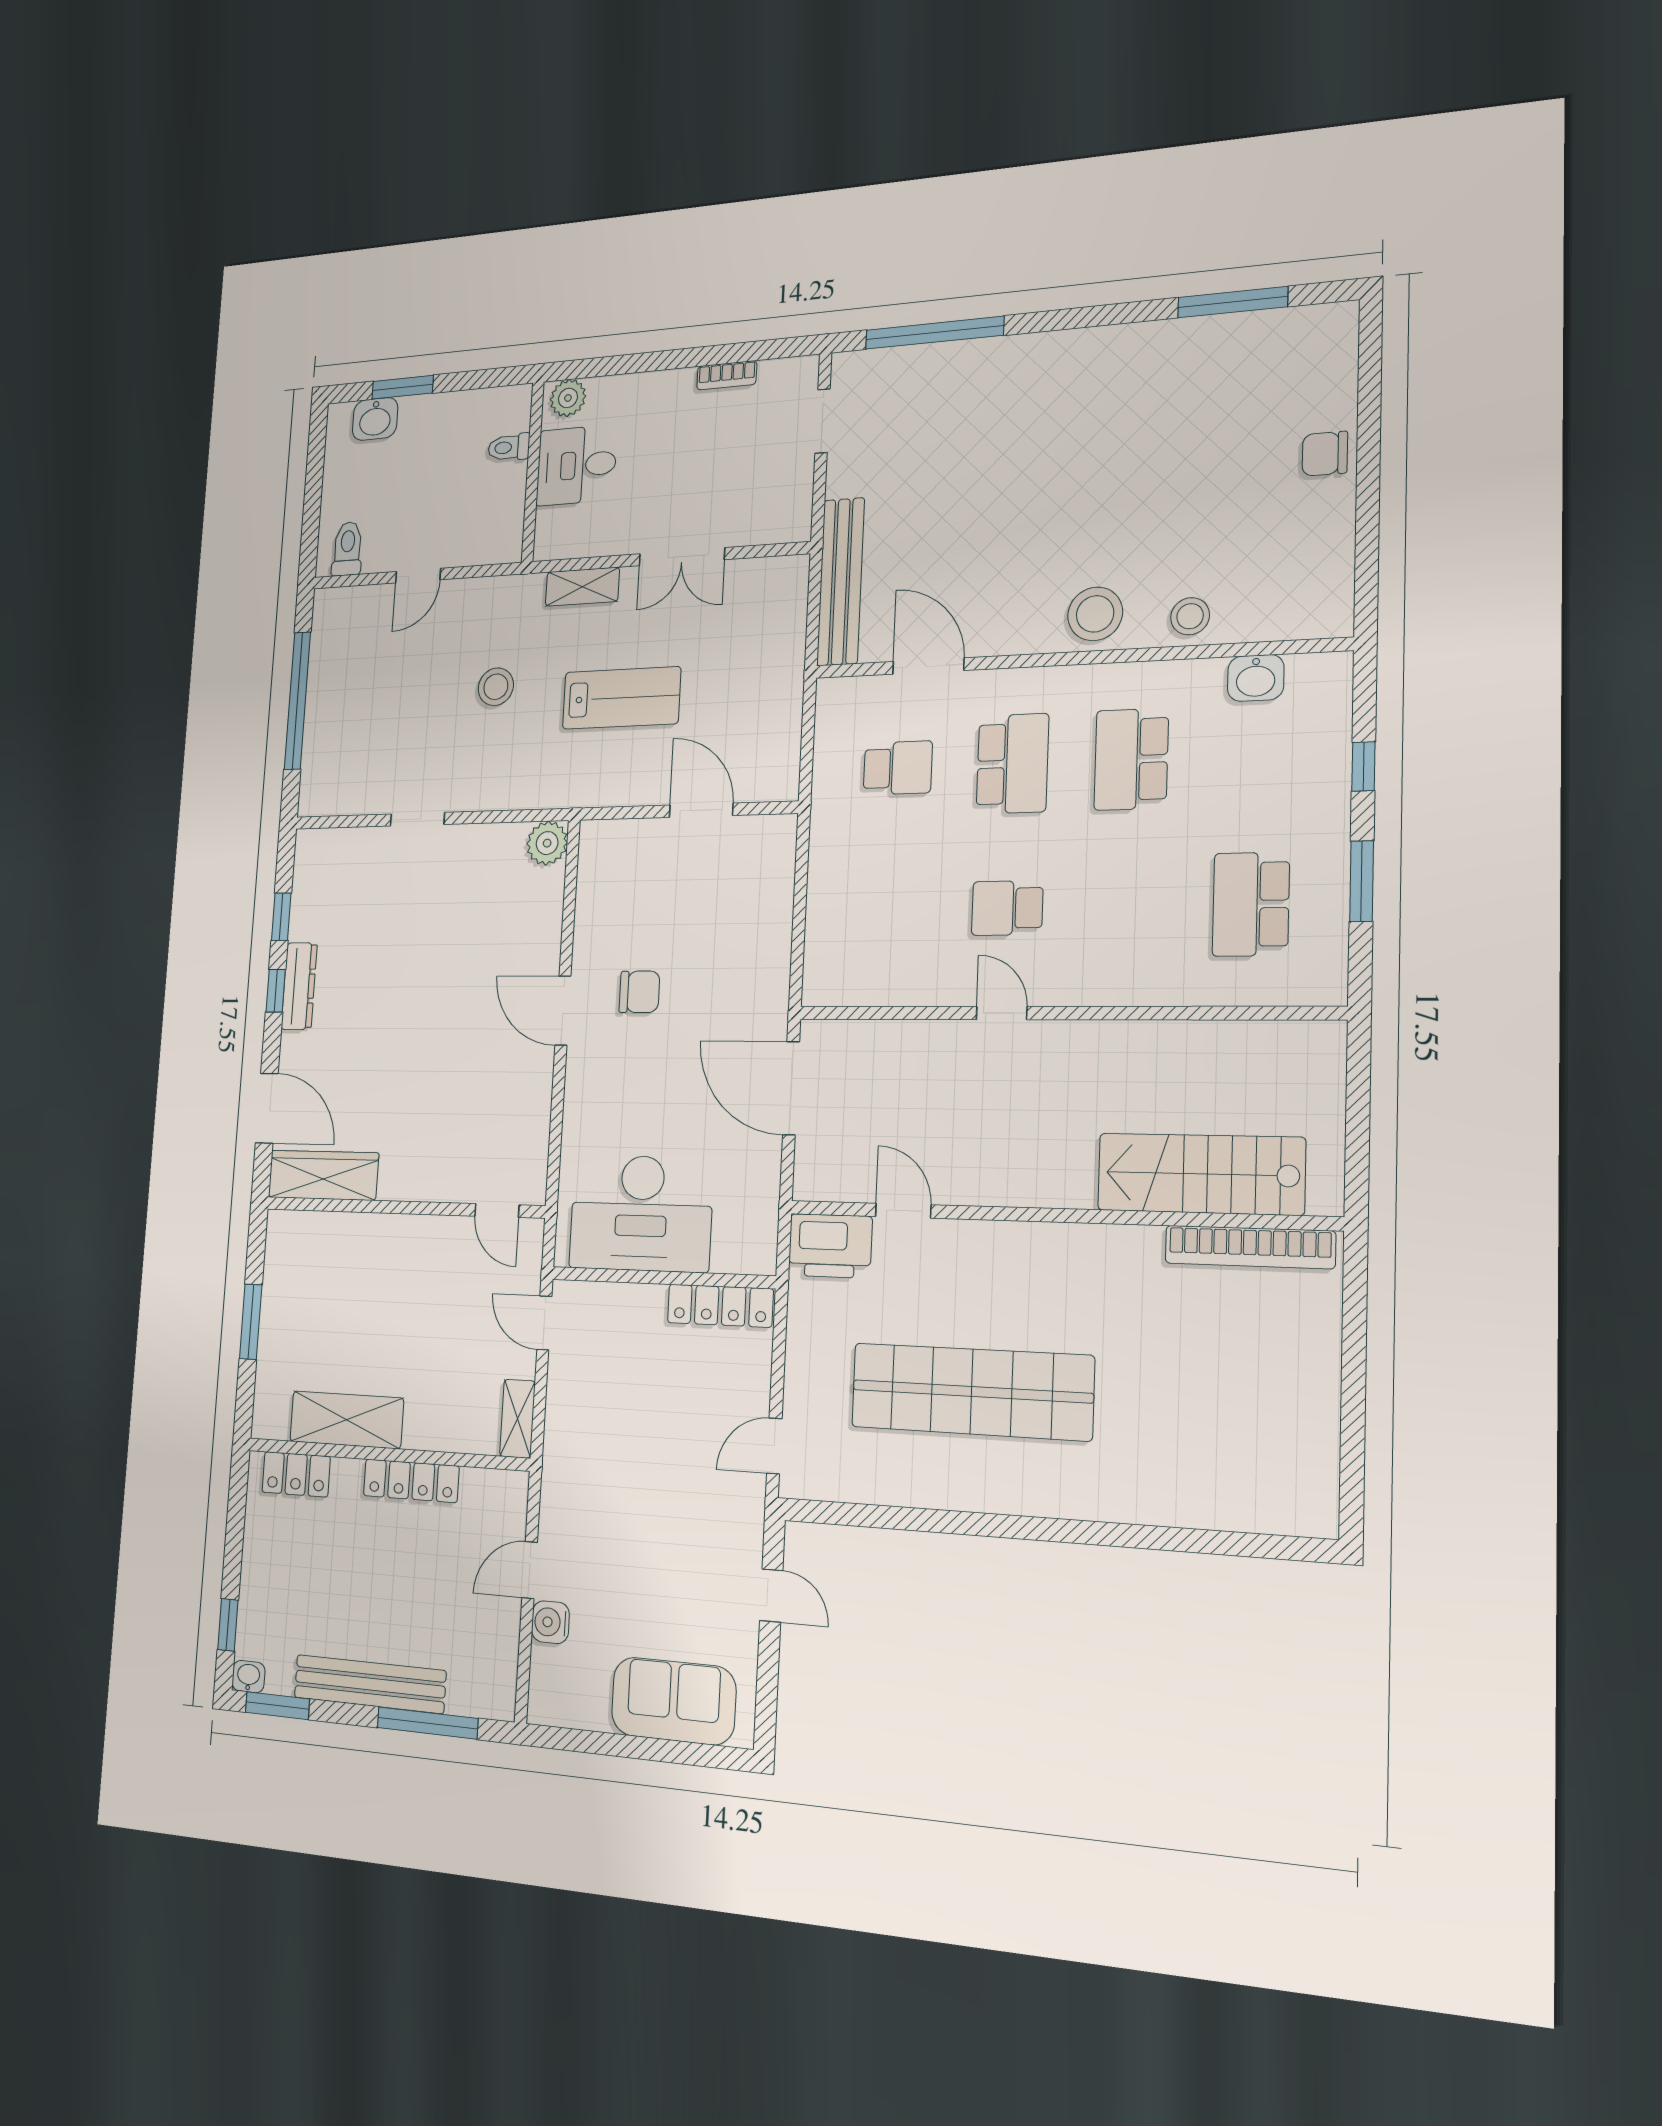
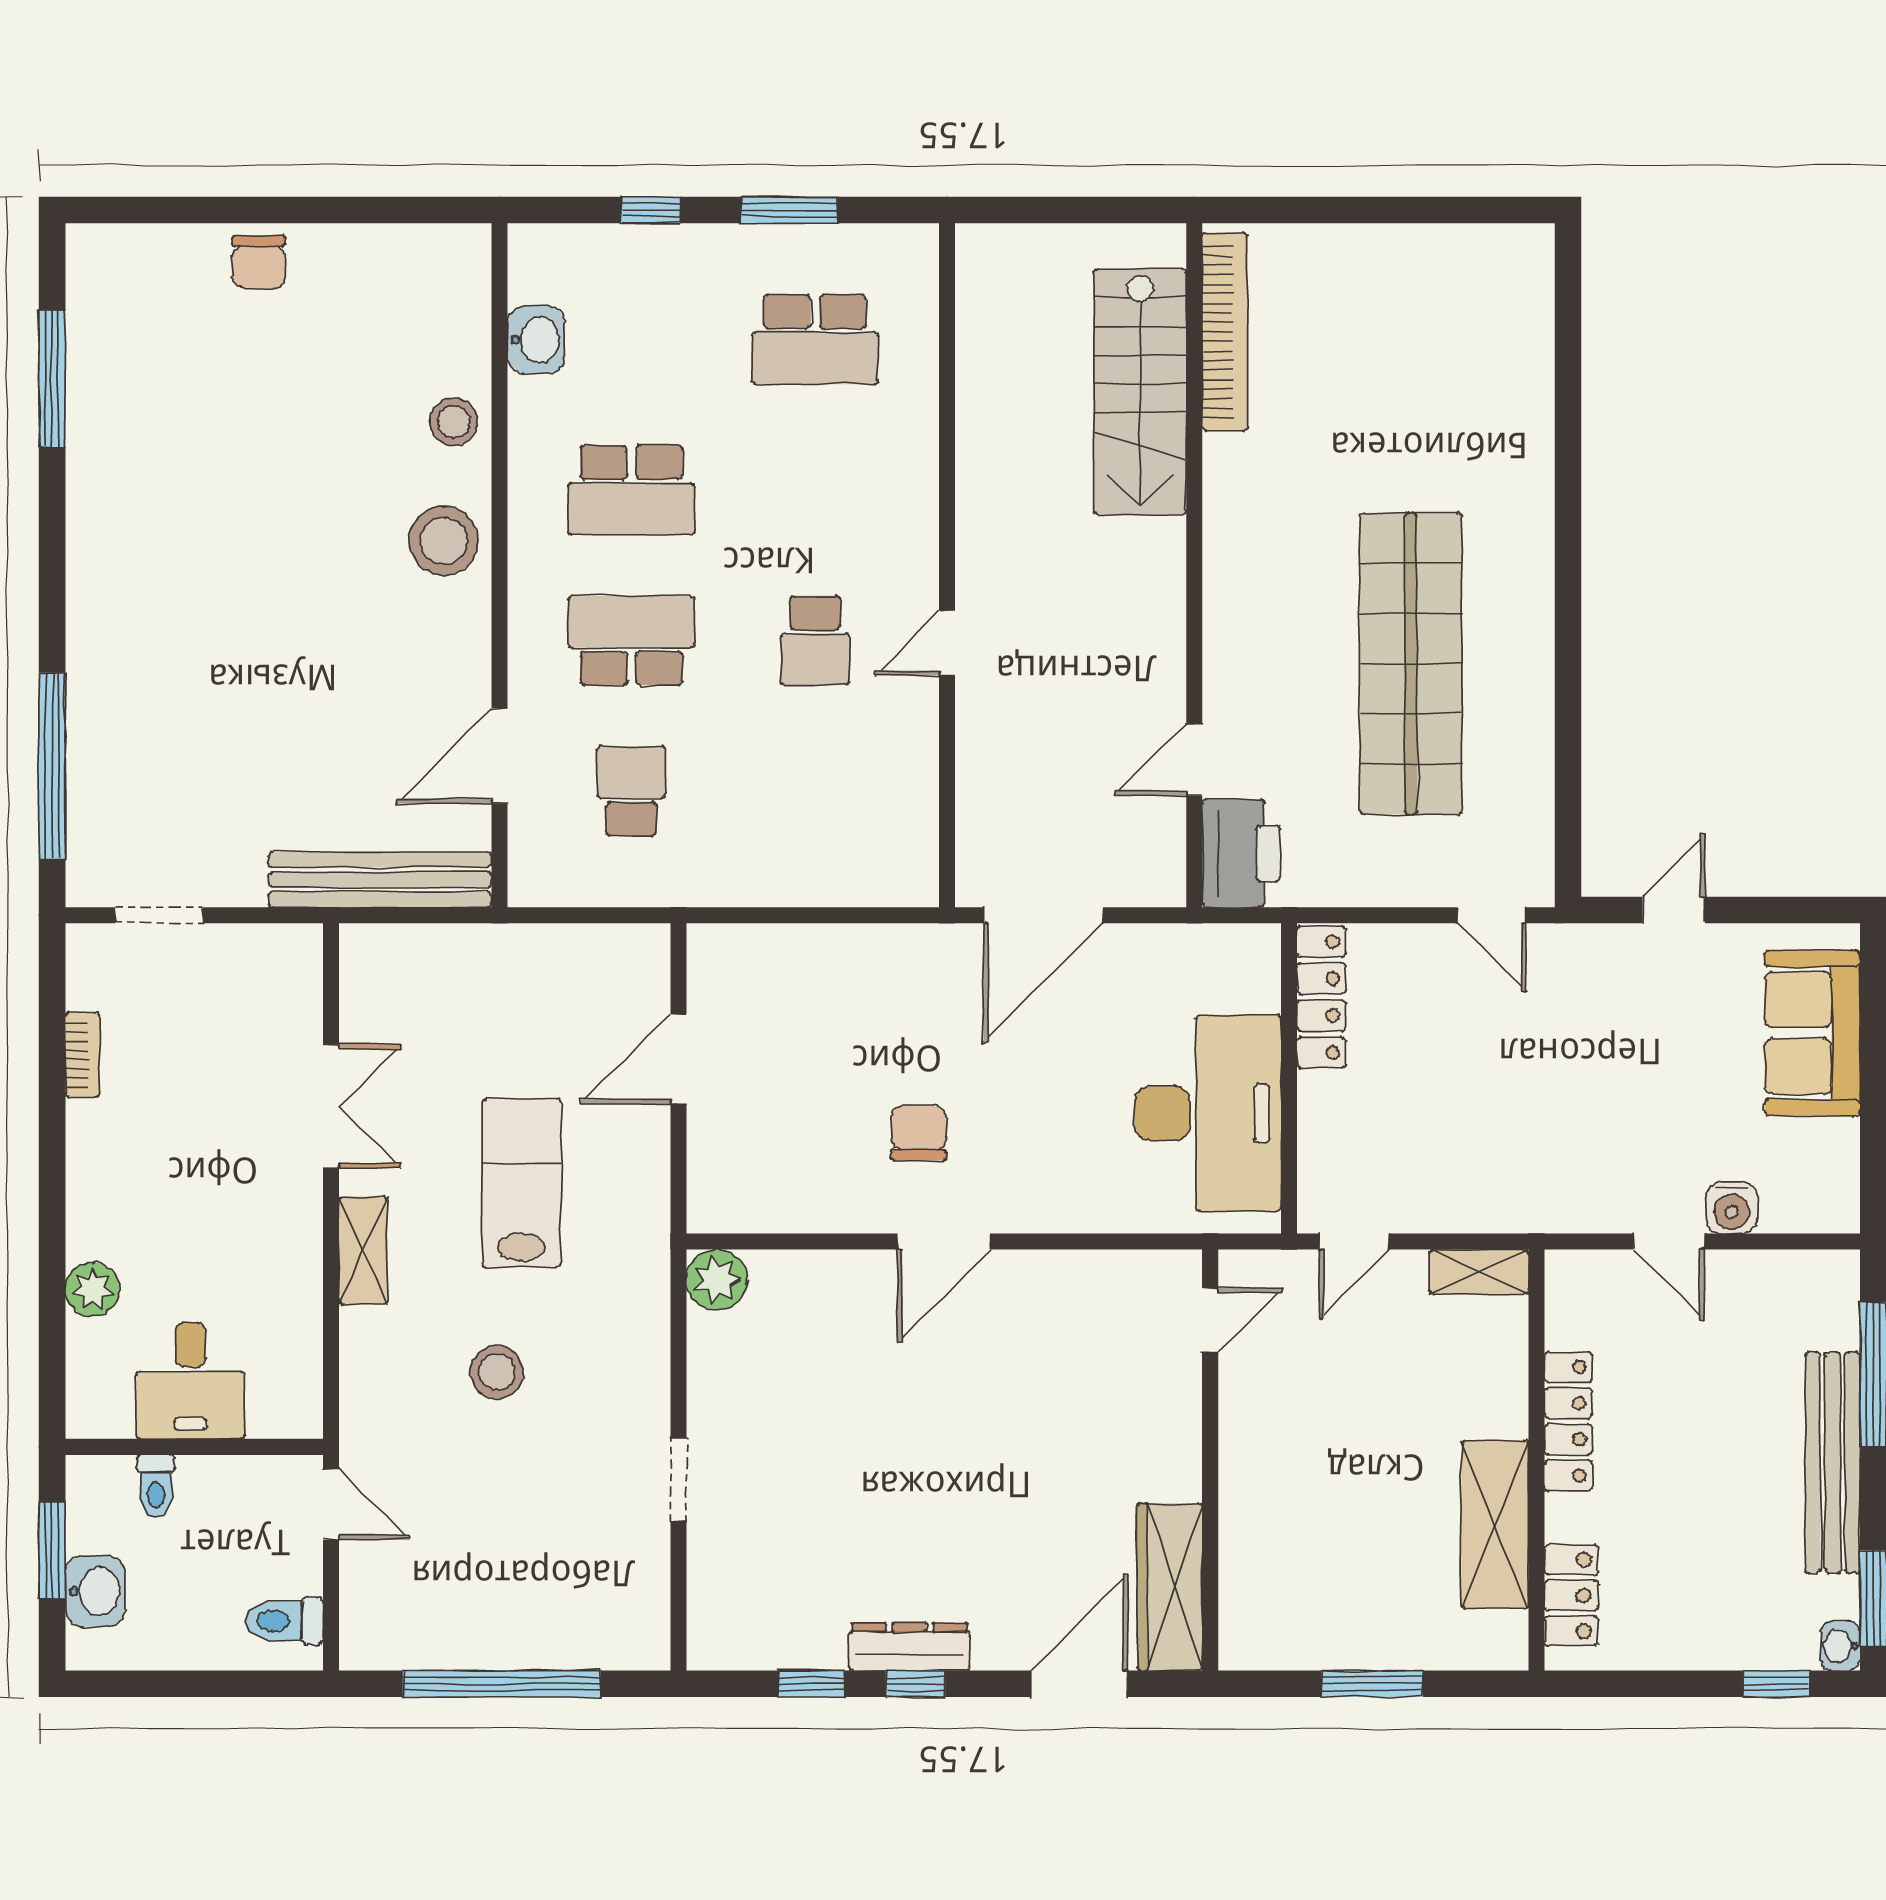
toilet: (509, 447) -> (156, 1486), moved
desk: (577, 465) -> (190, 1381), moved
wall: (533, 472) -> (194, 1447), moved

